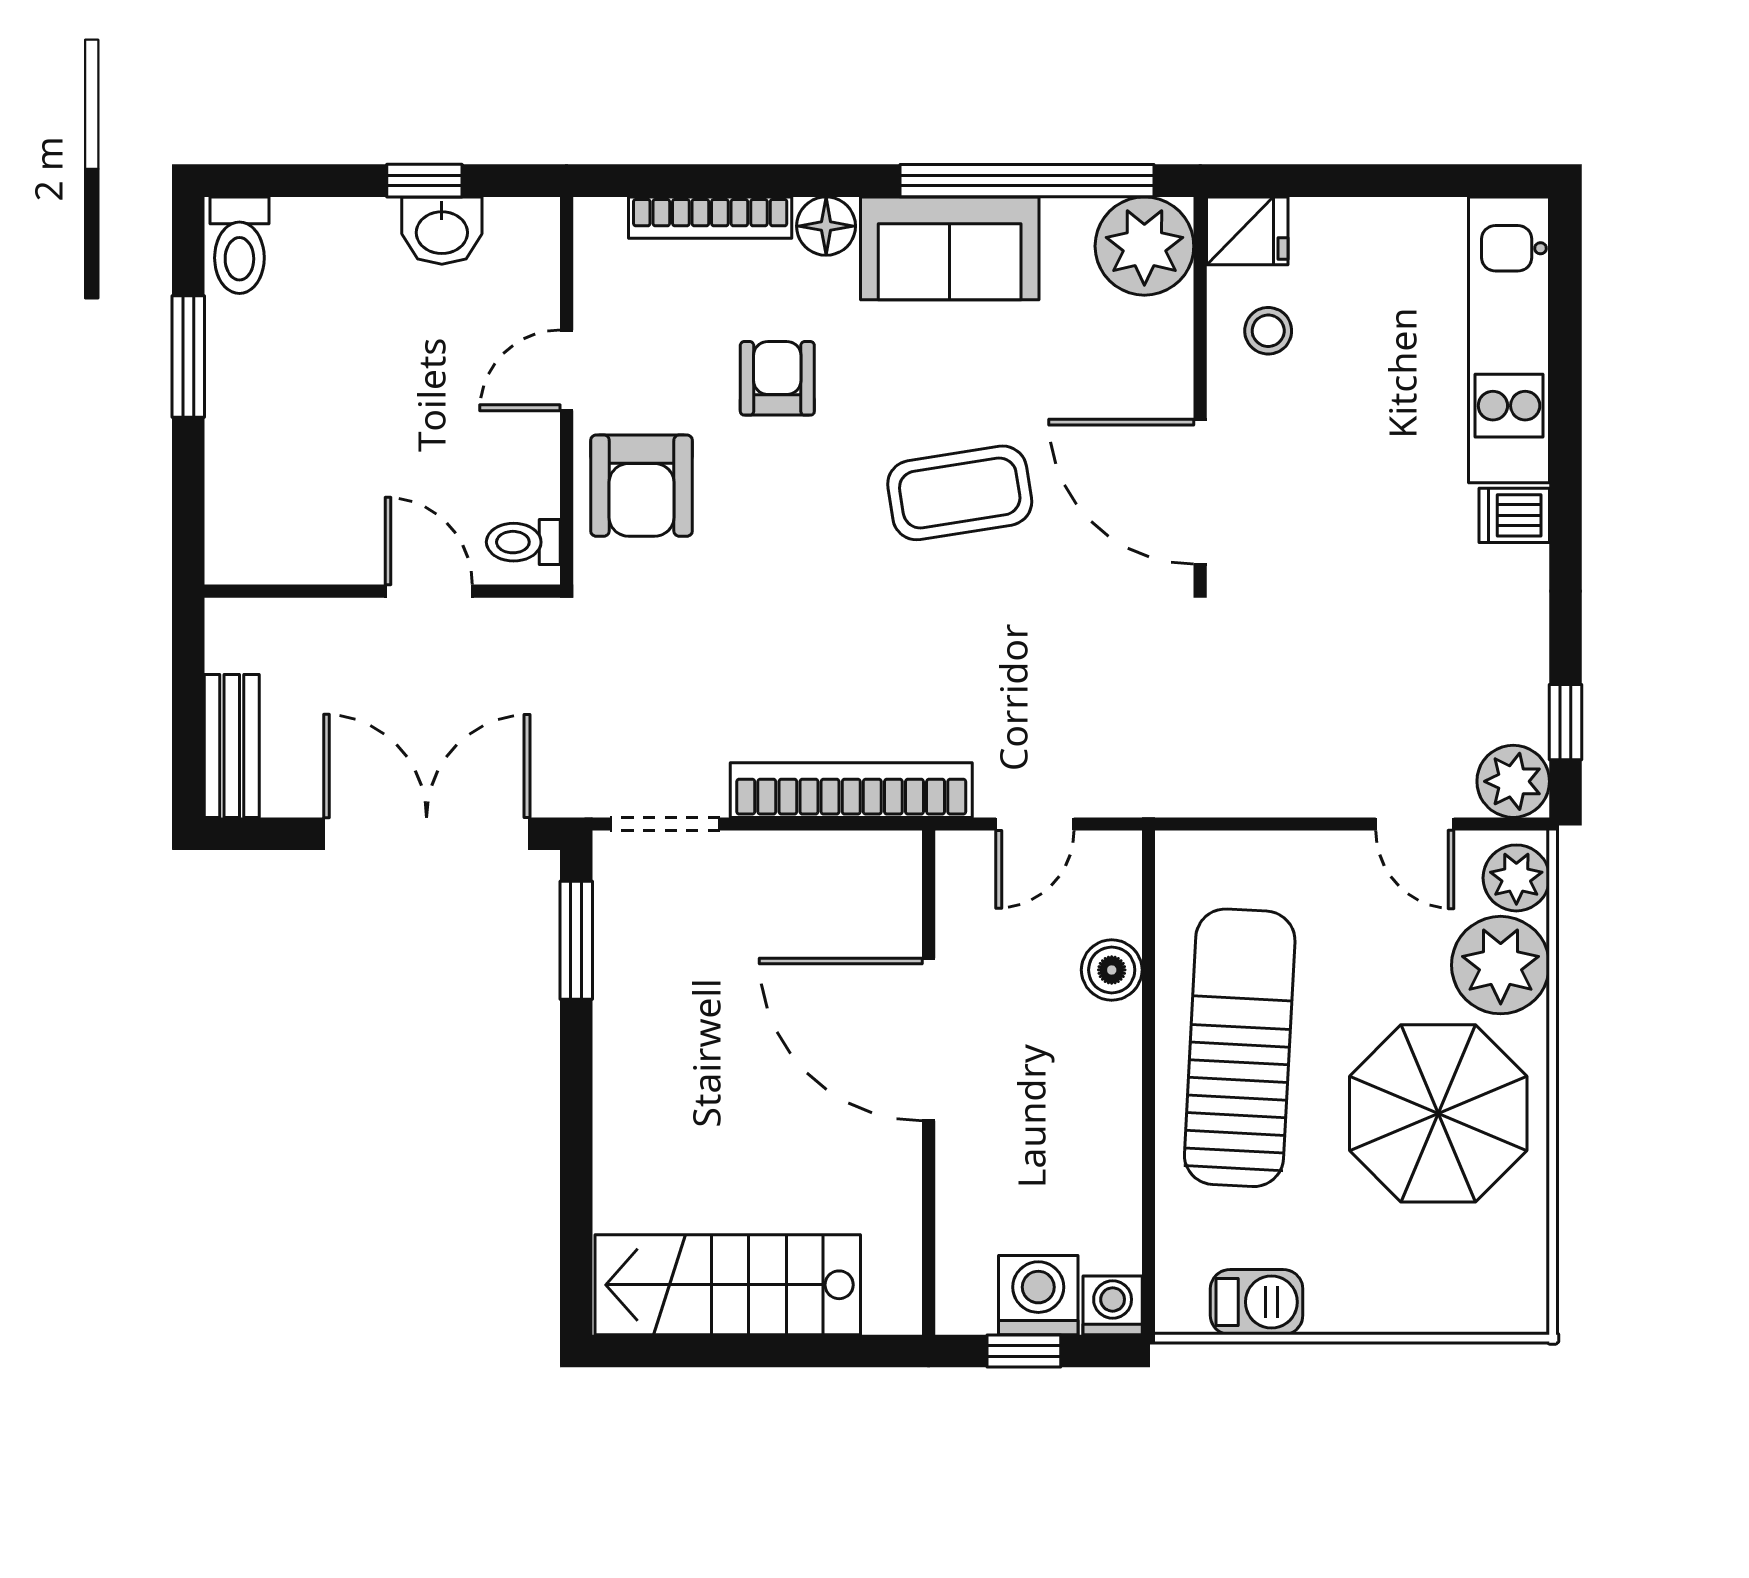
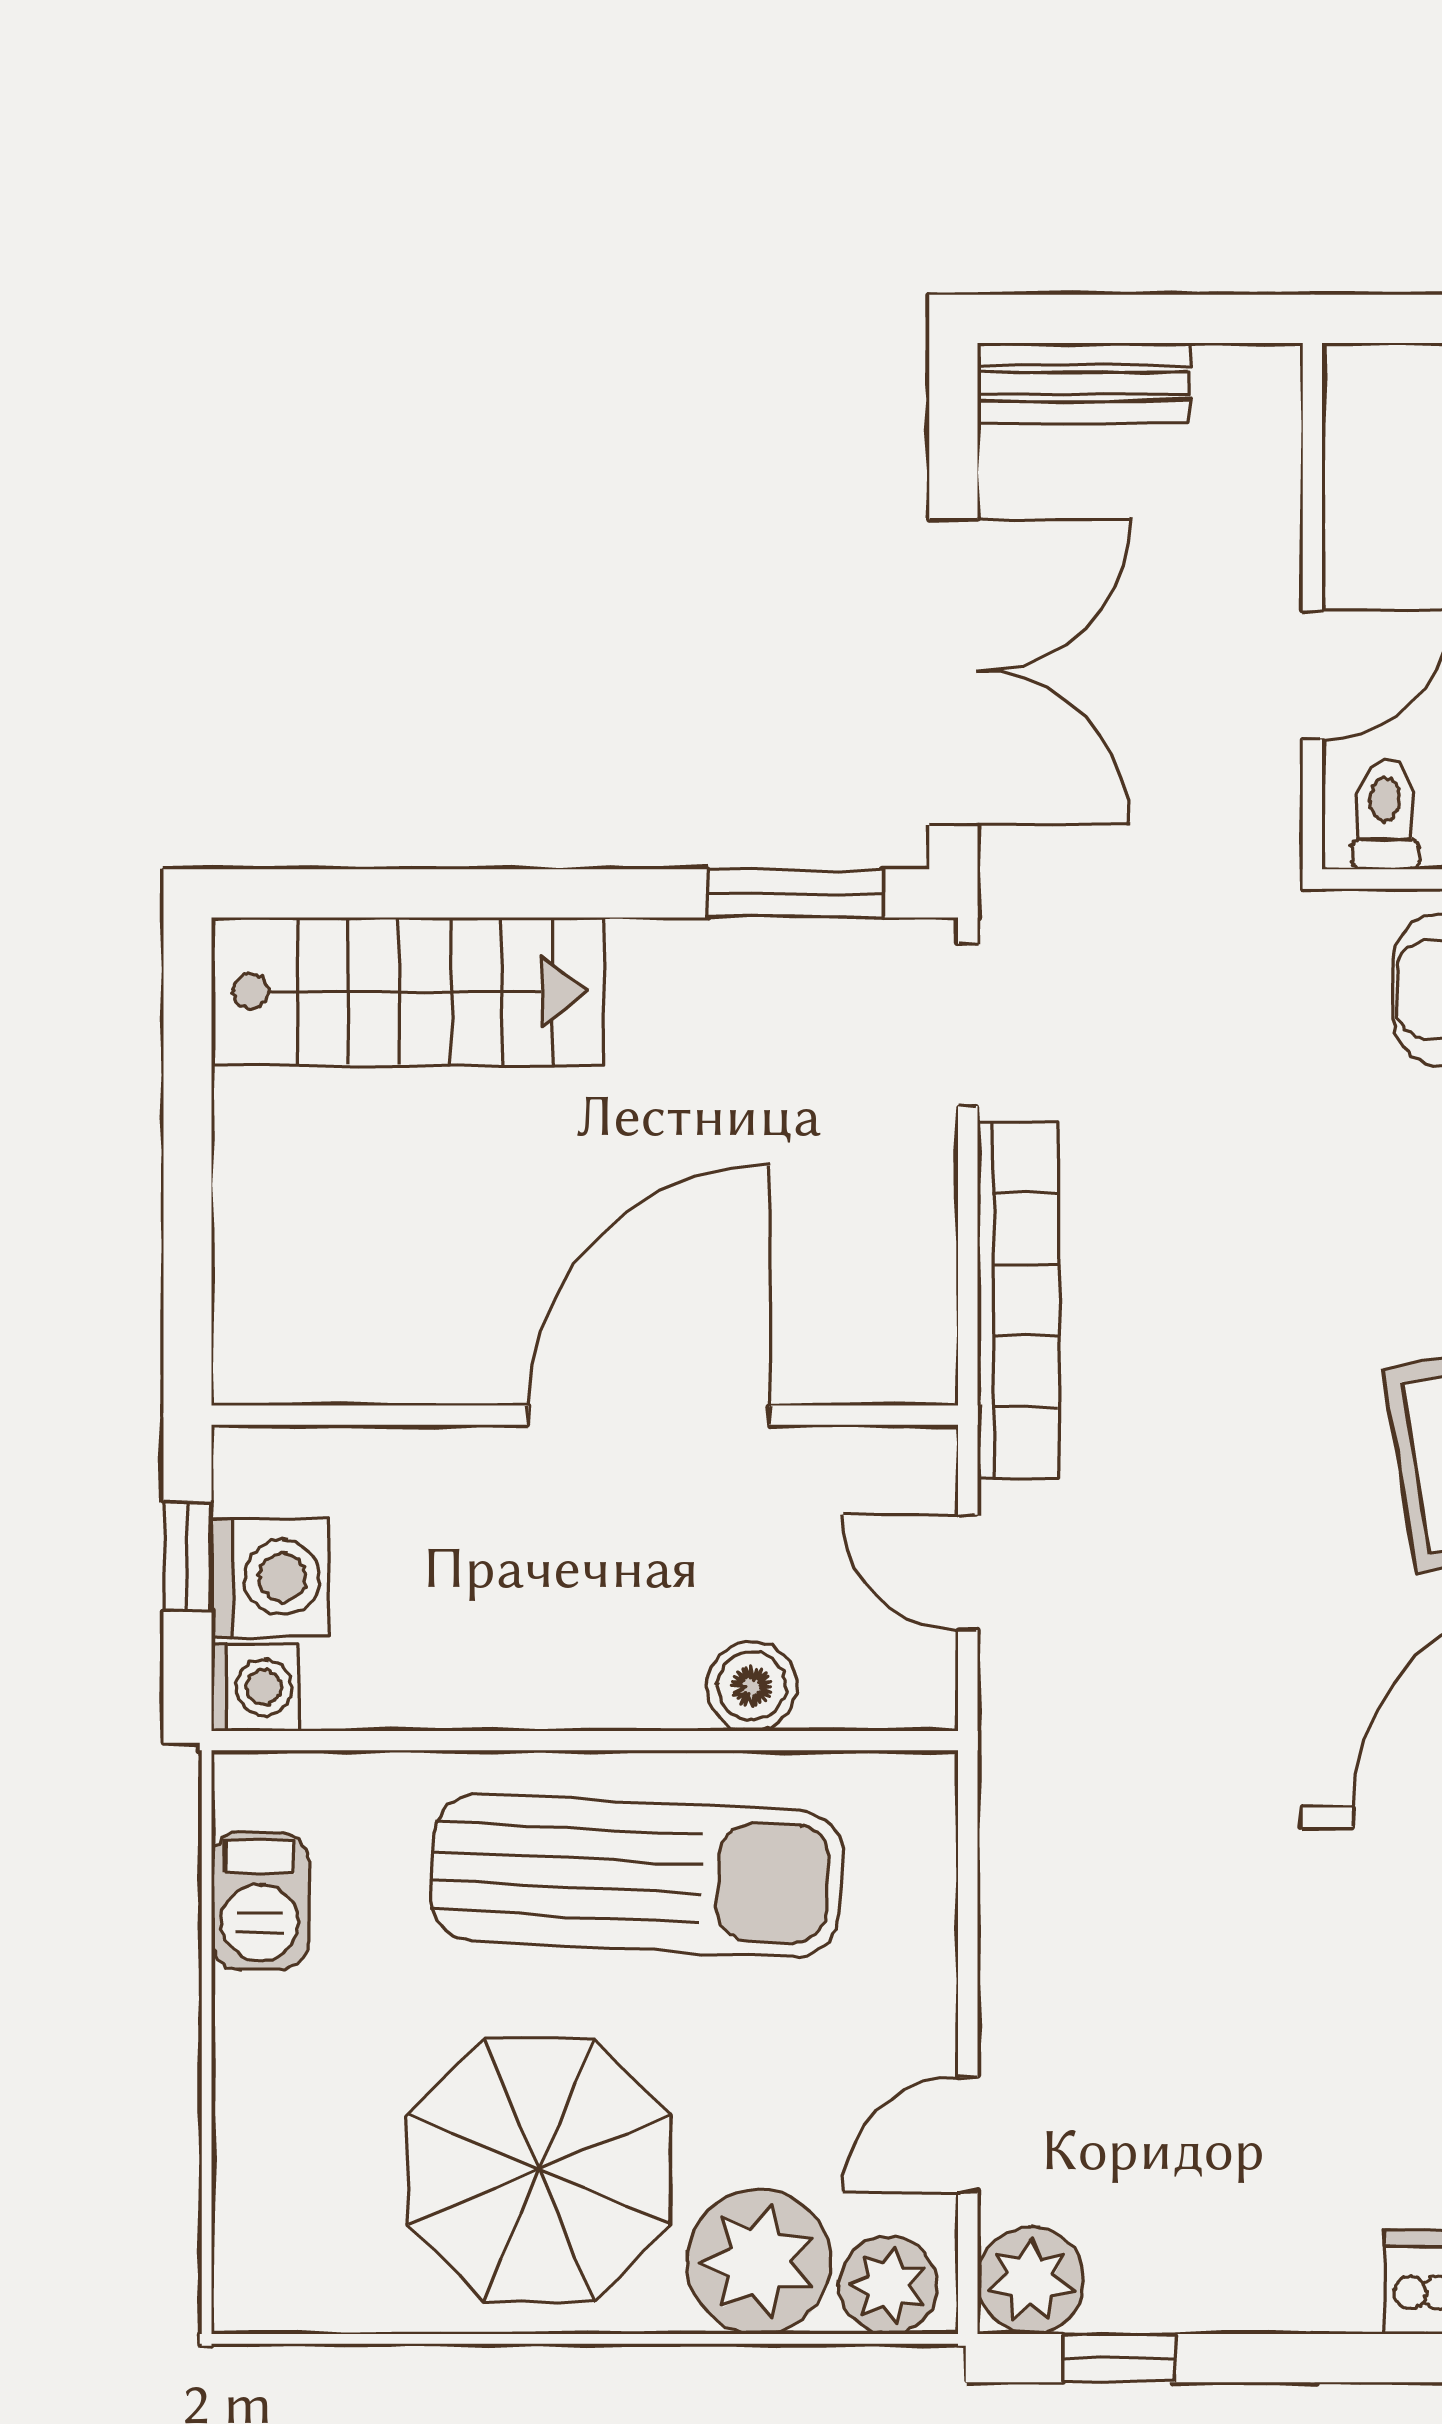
stairs: (728, 1285) -> (408, 991), moved, turned 90

